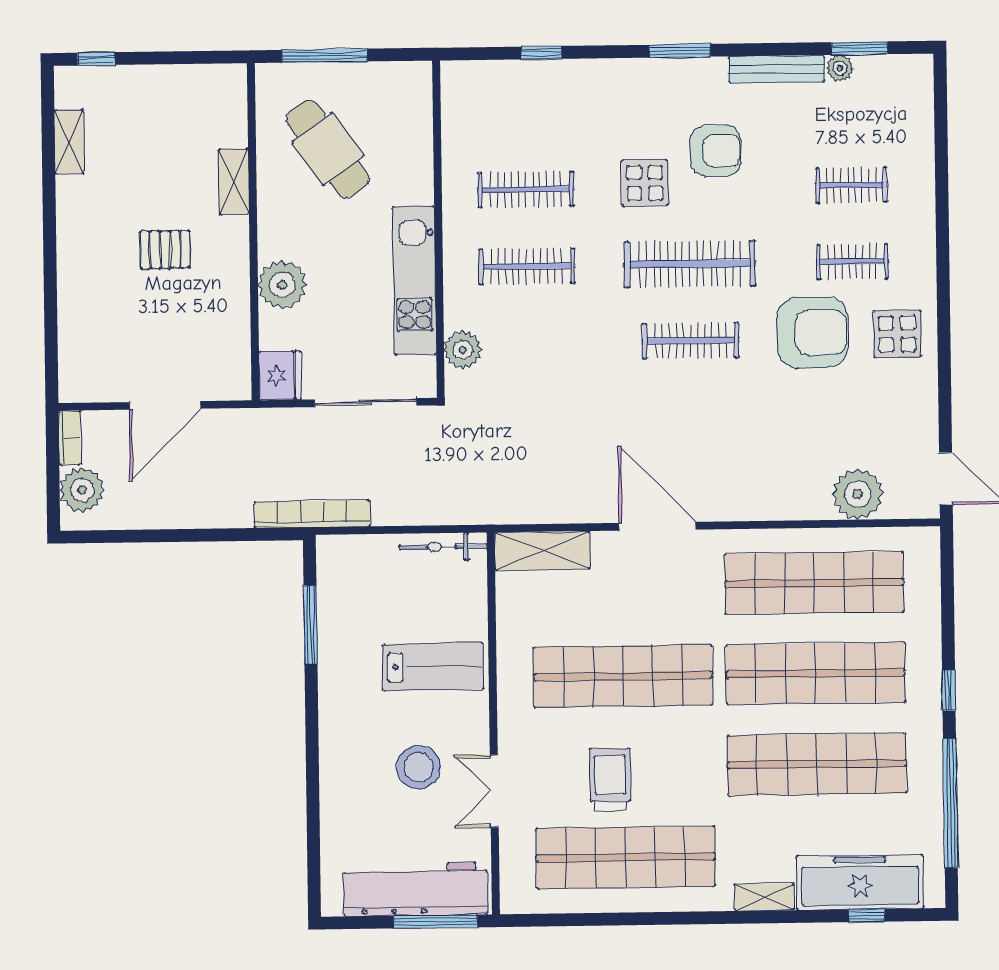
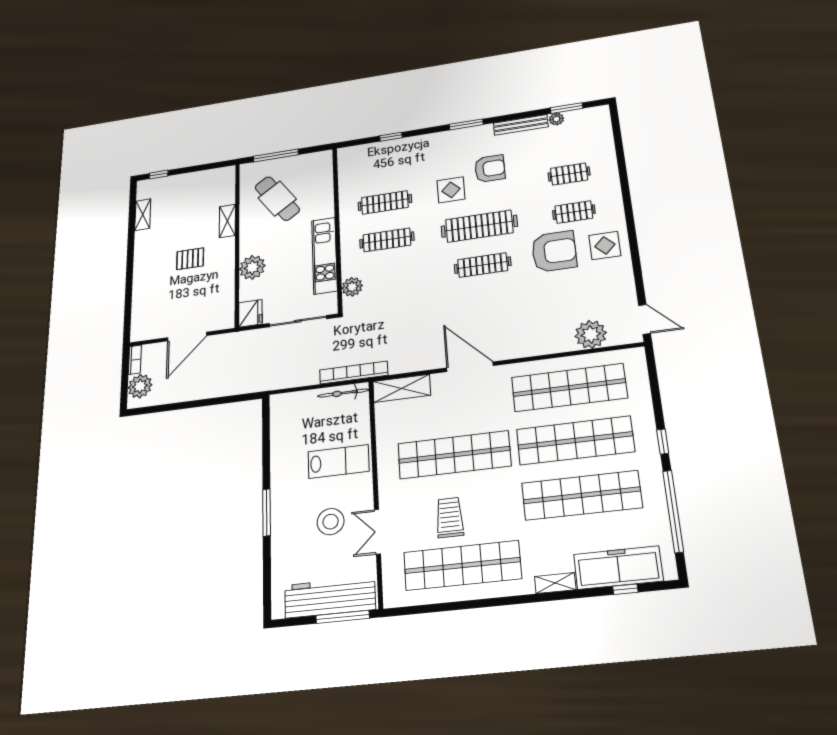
bookcase: (312, 514) -> (354, 373), moved
window: (310, 625) -> (267, 512), moved

